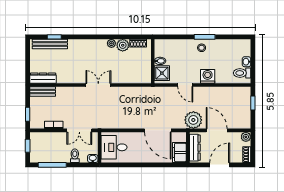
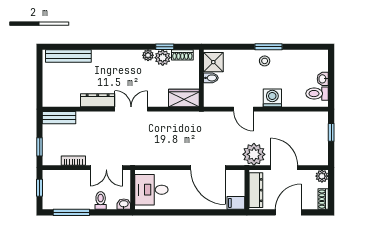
window: (54, 37) -> (165, 47), moved
shower: (162, 73) -> (213, 62), moved
wardrobe: (139, 76) -> (184, 98), added
dresser: (43, 78) -> (98, 100), moved
filing cabinet: (179, 152) -> (236, 203), width x0.50

